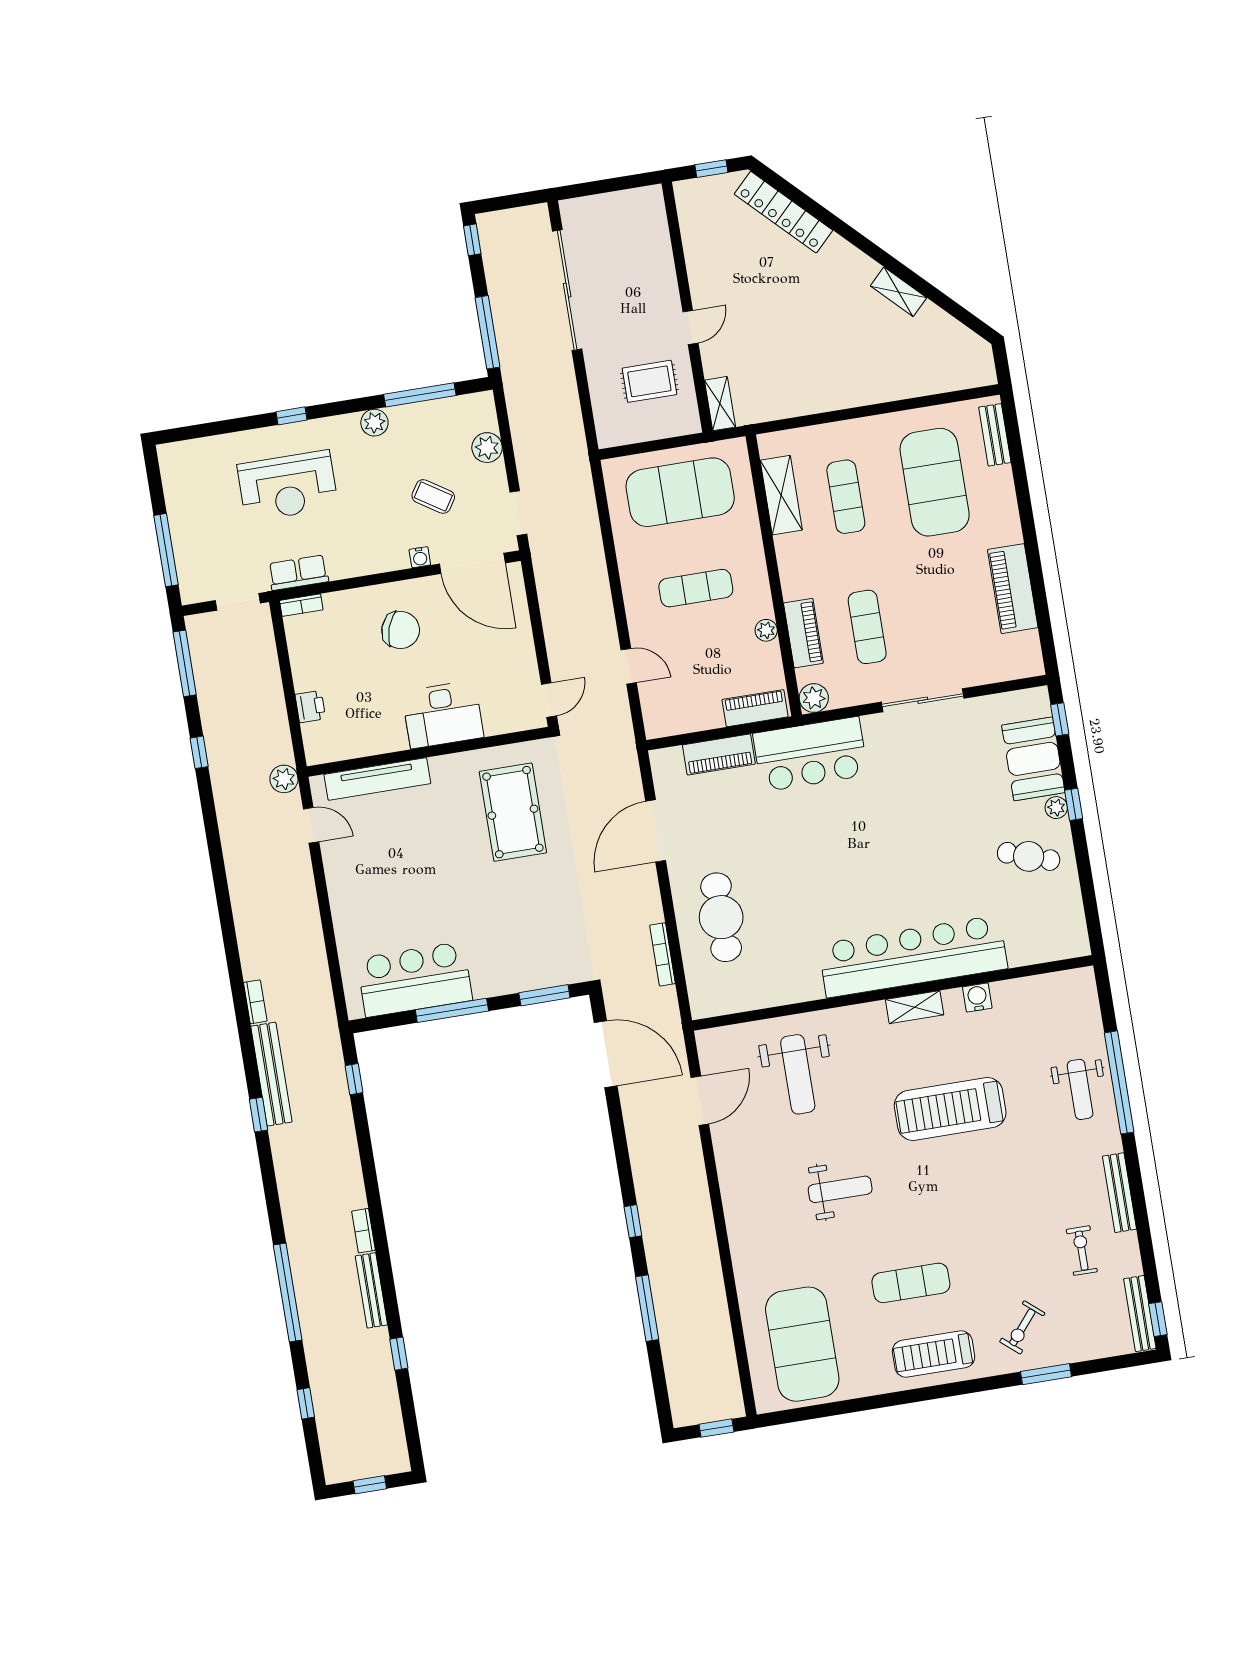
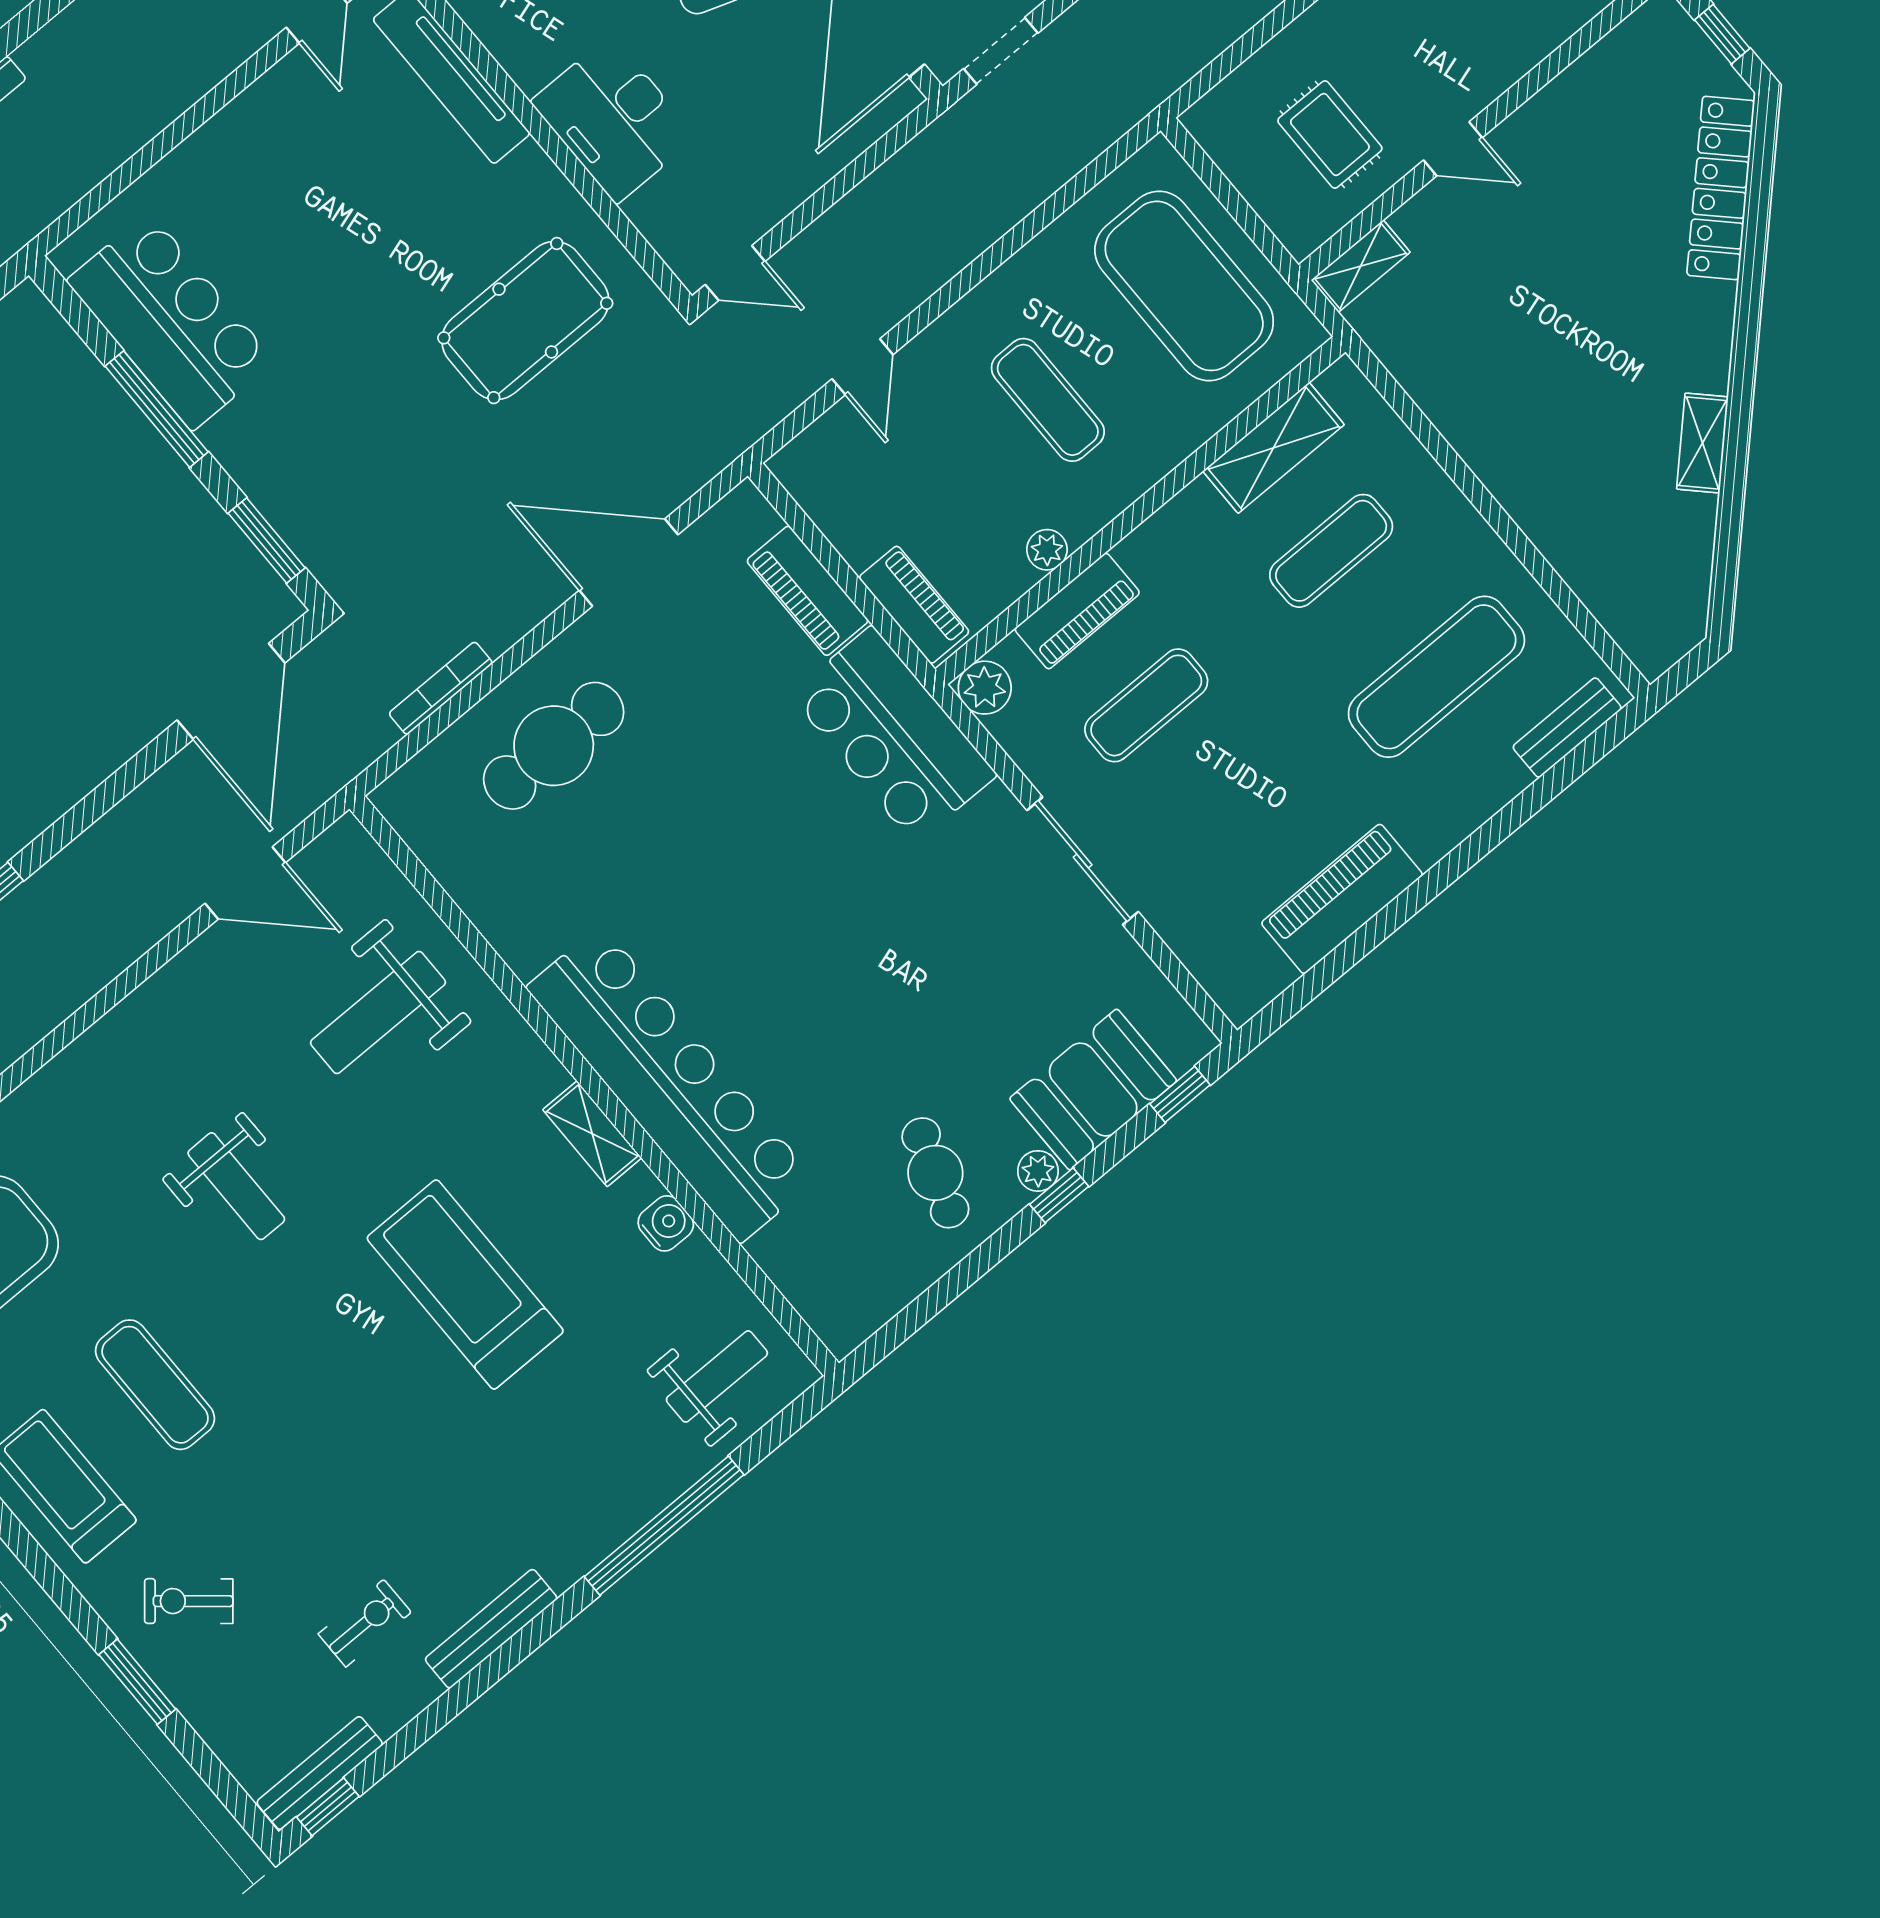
exercise mat: (935, 482) -> (1436, 677), width x0.68
weight bench: (1080, 1089) -> (717, 1376), moved, turned 180

